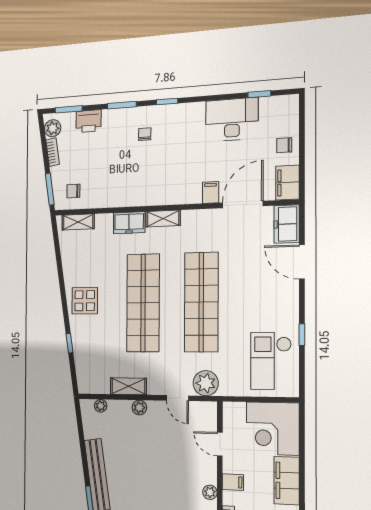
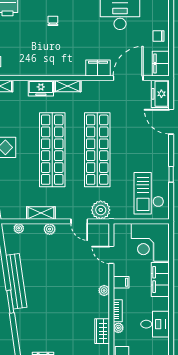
filing cabinet: (211, 192) -> (98, 68), width x2.00

